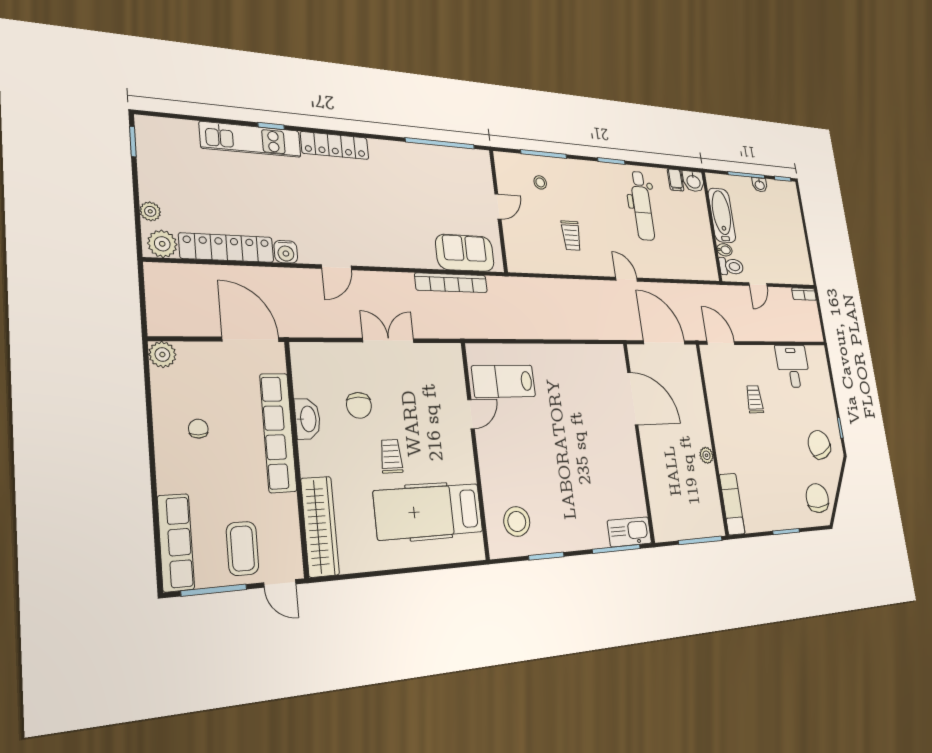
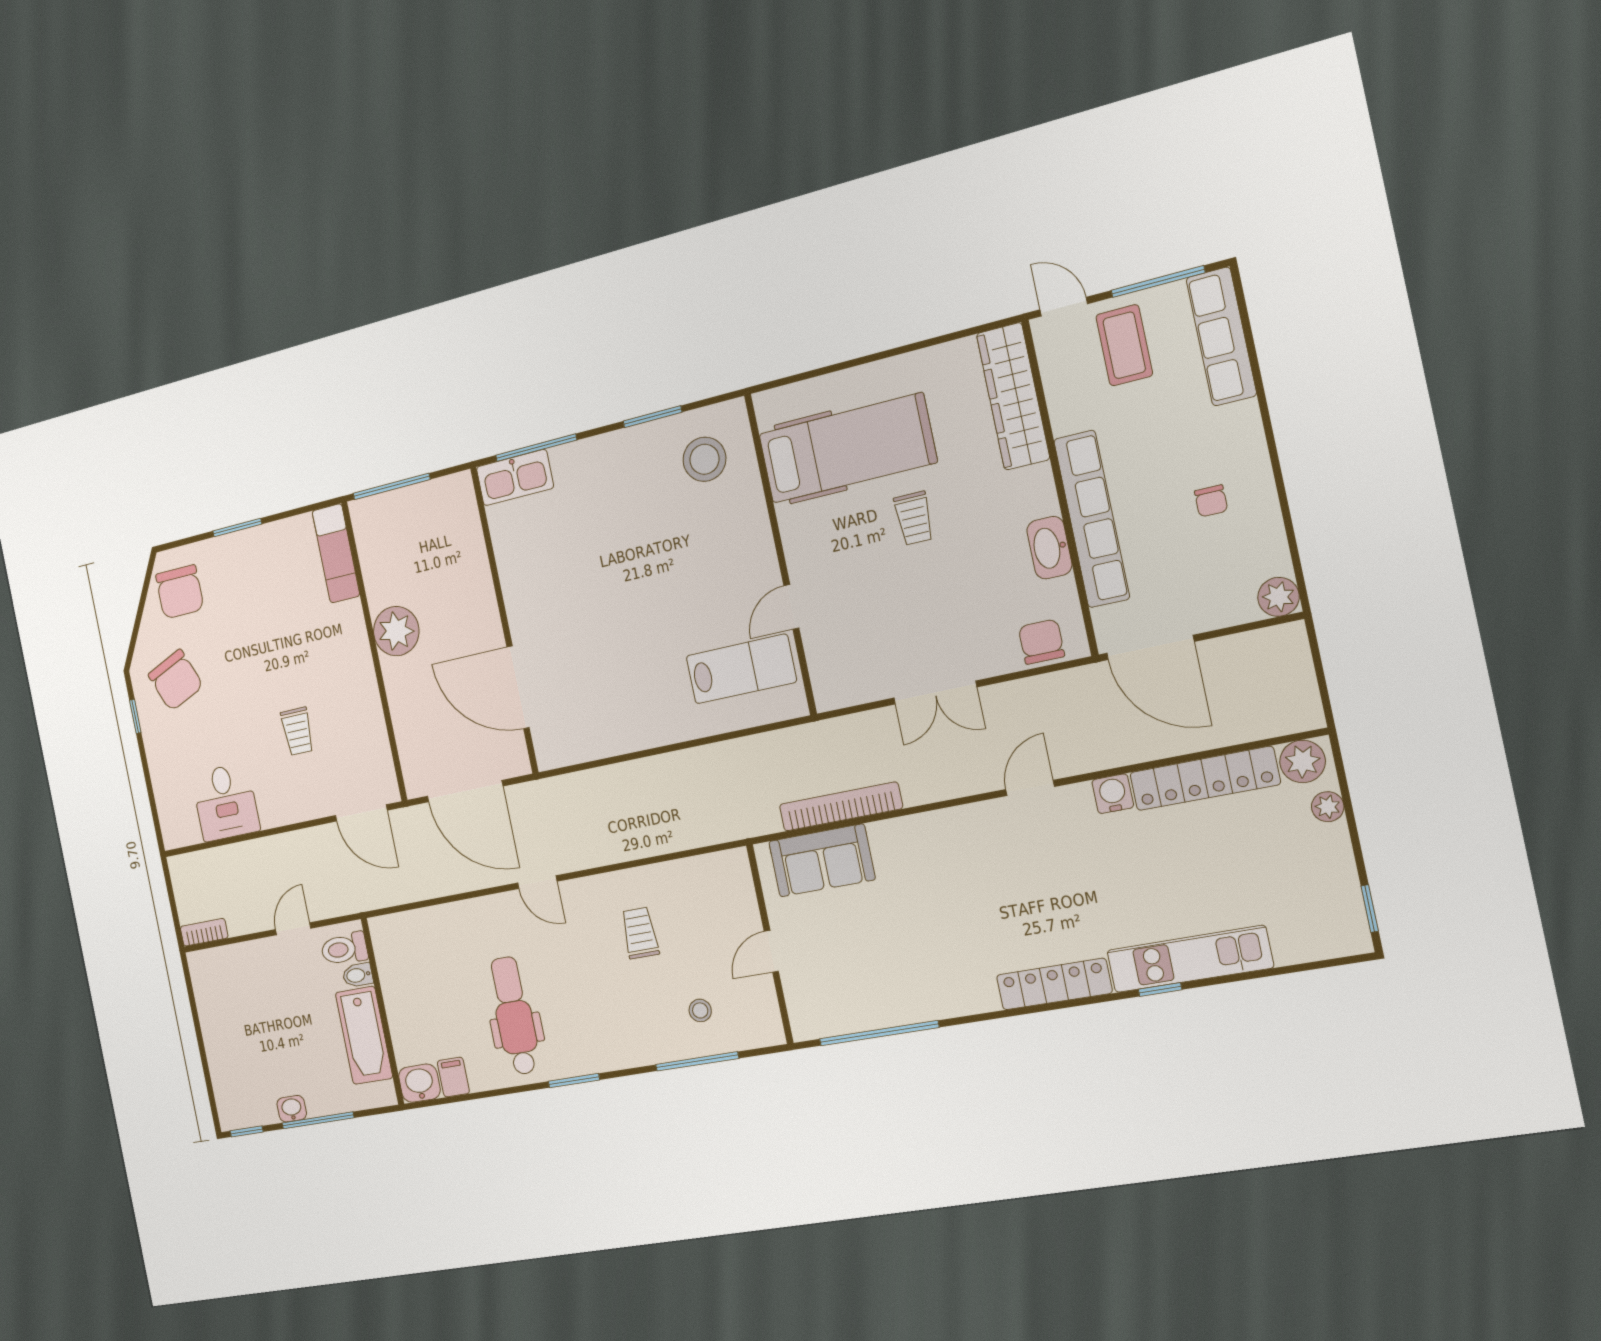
chair: (359, 405) -> (1041, 642), moved
plant: (706, 455) -> (396, 631), width x1.87, depth x1.87

